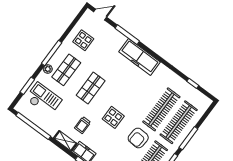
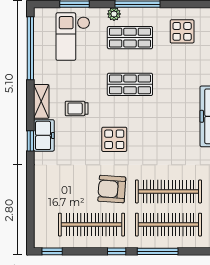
checkout: (44, 99) -> (73, 37), turned 180

